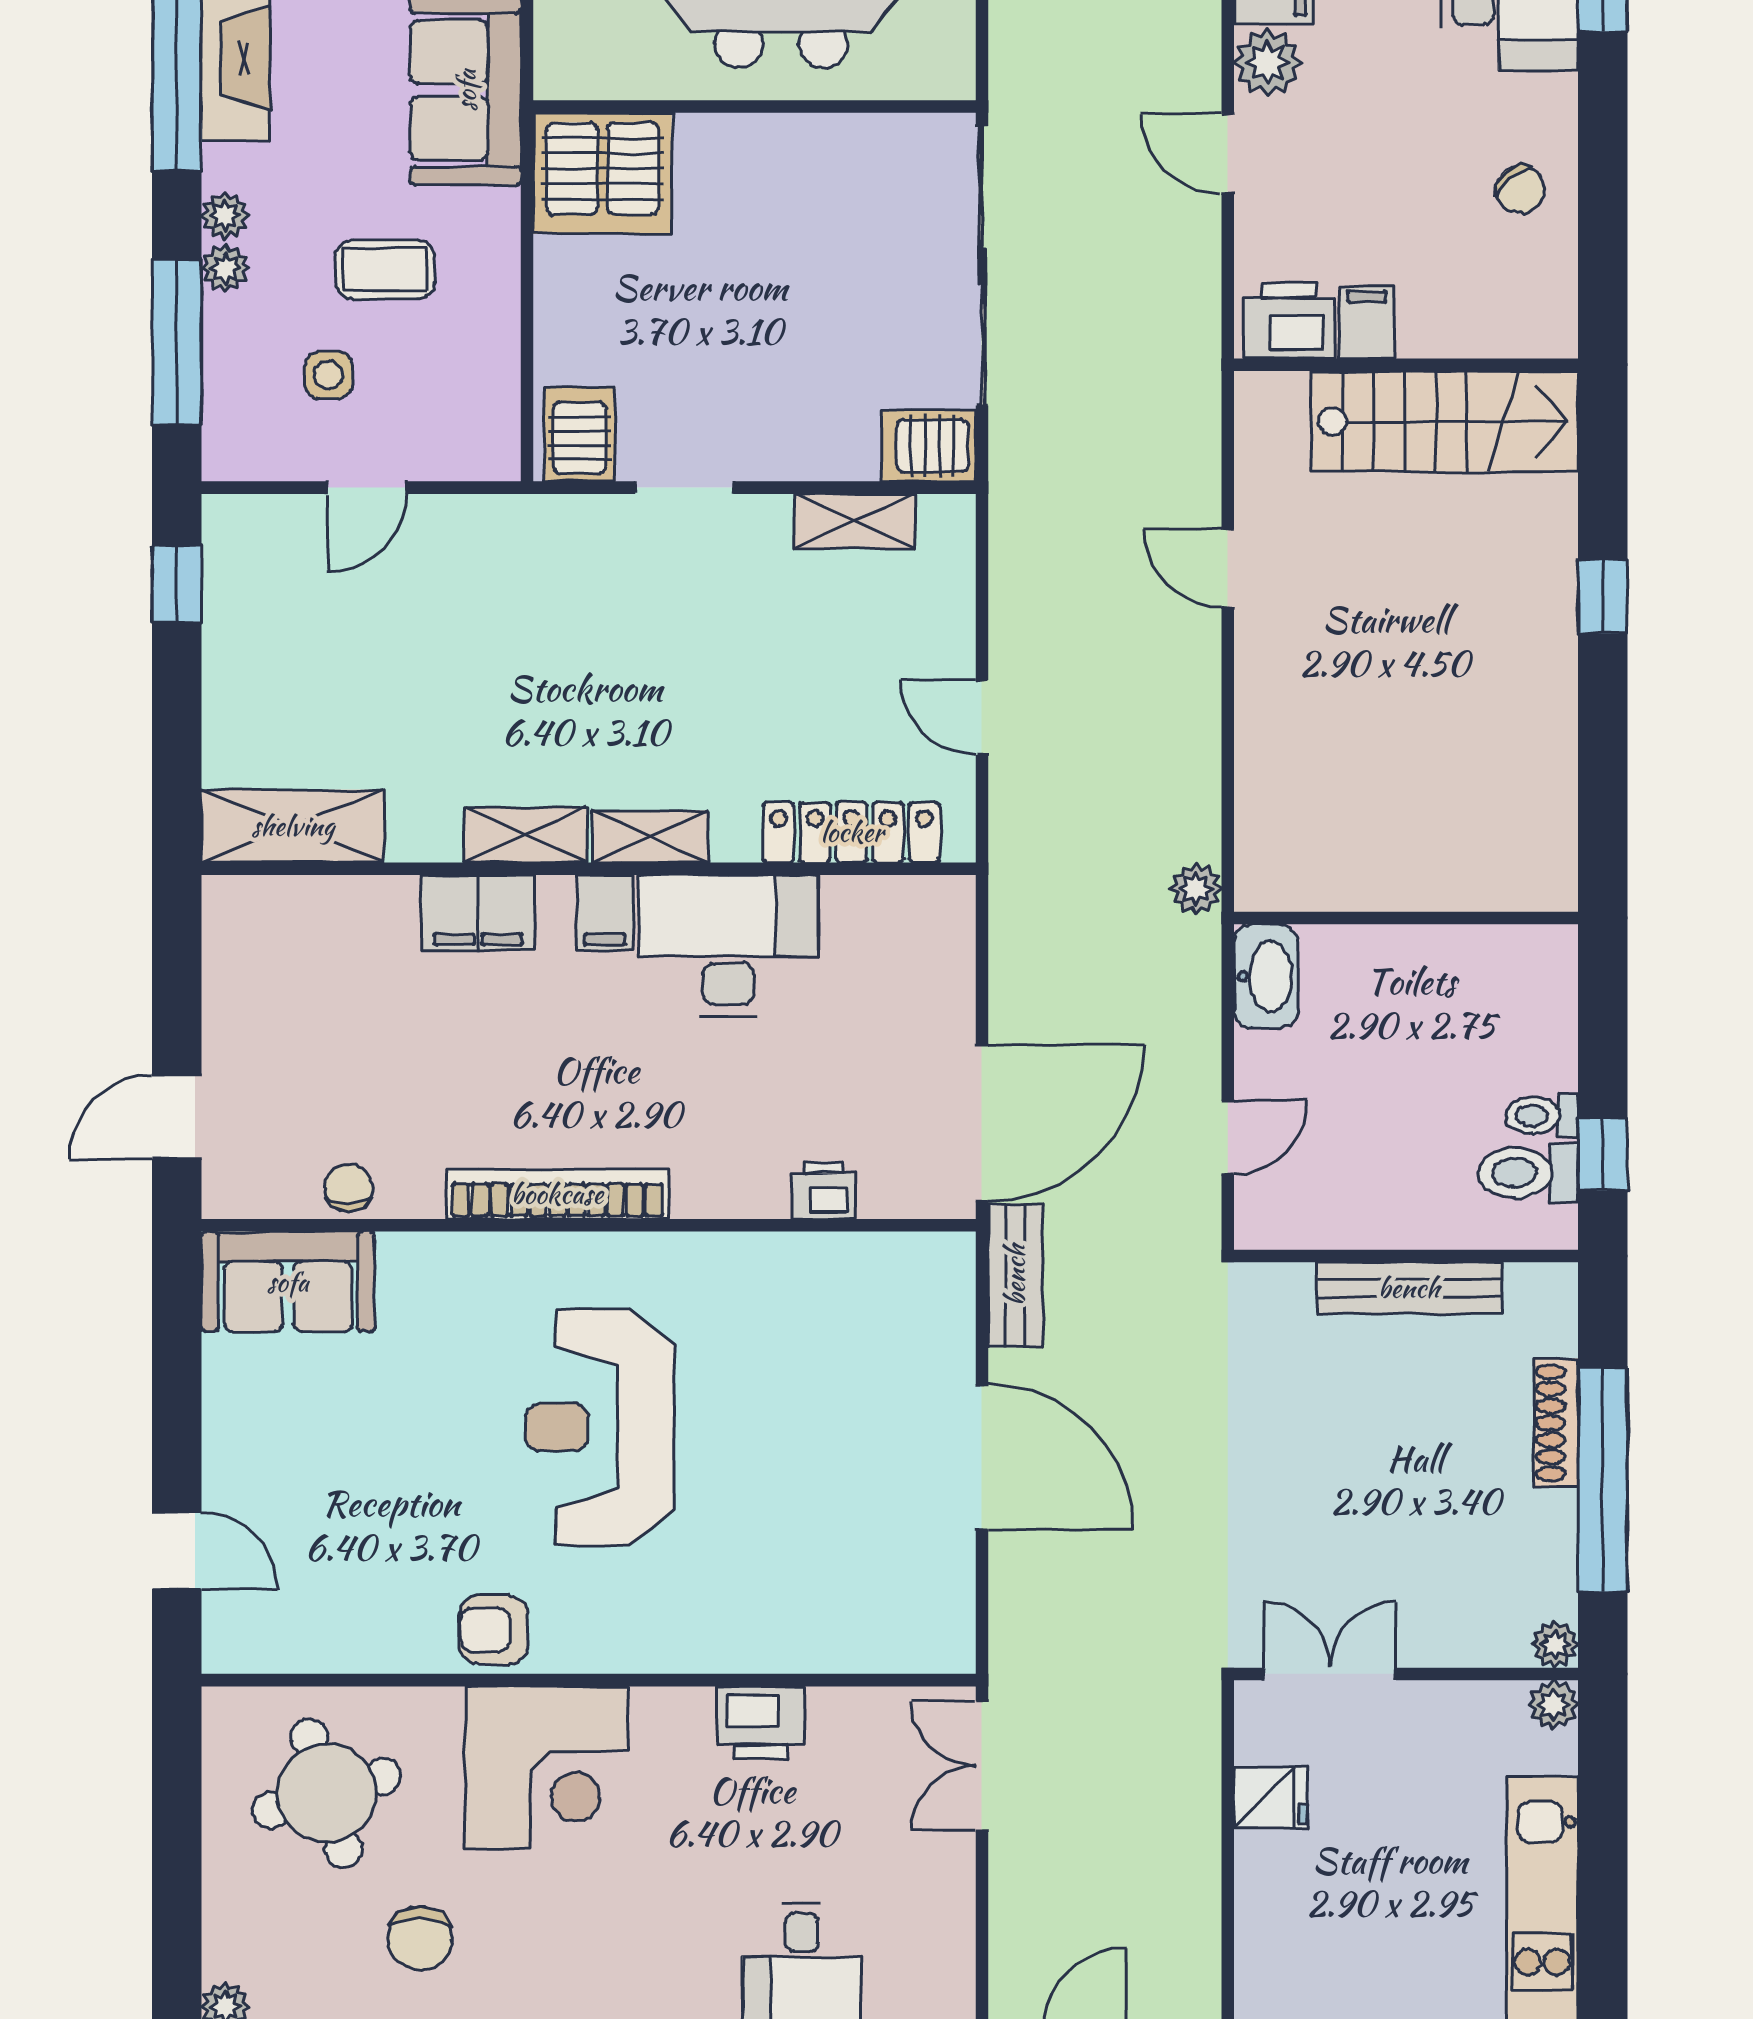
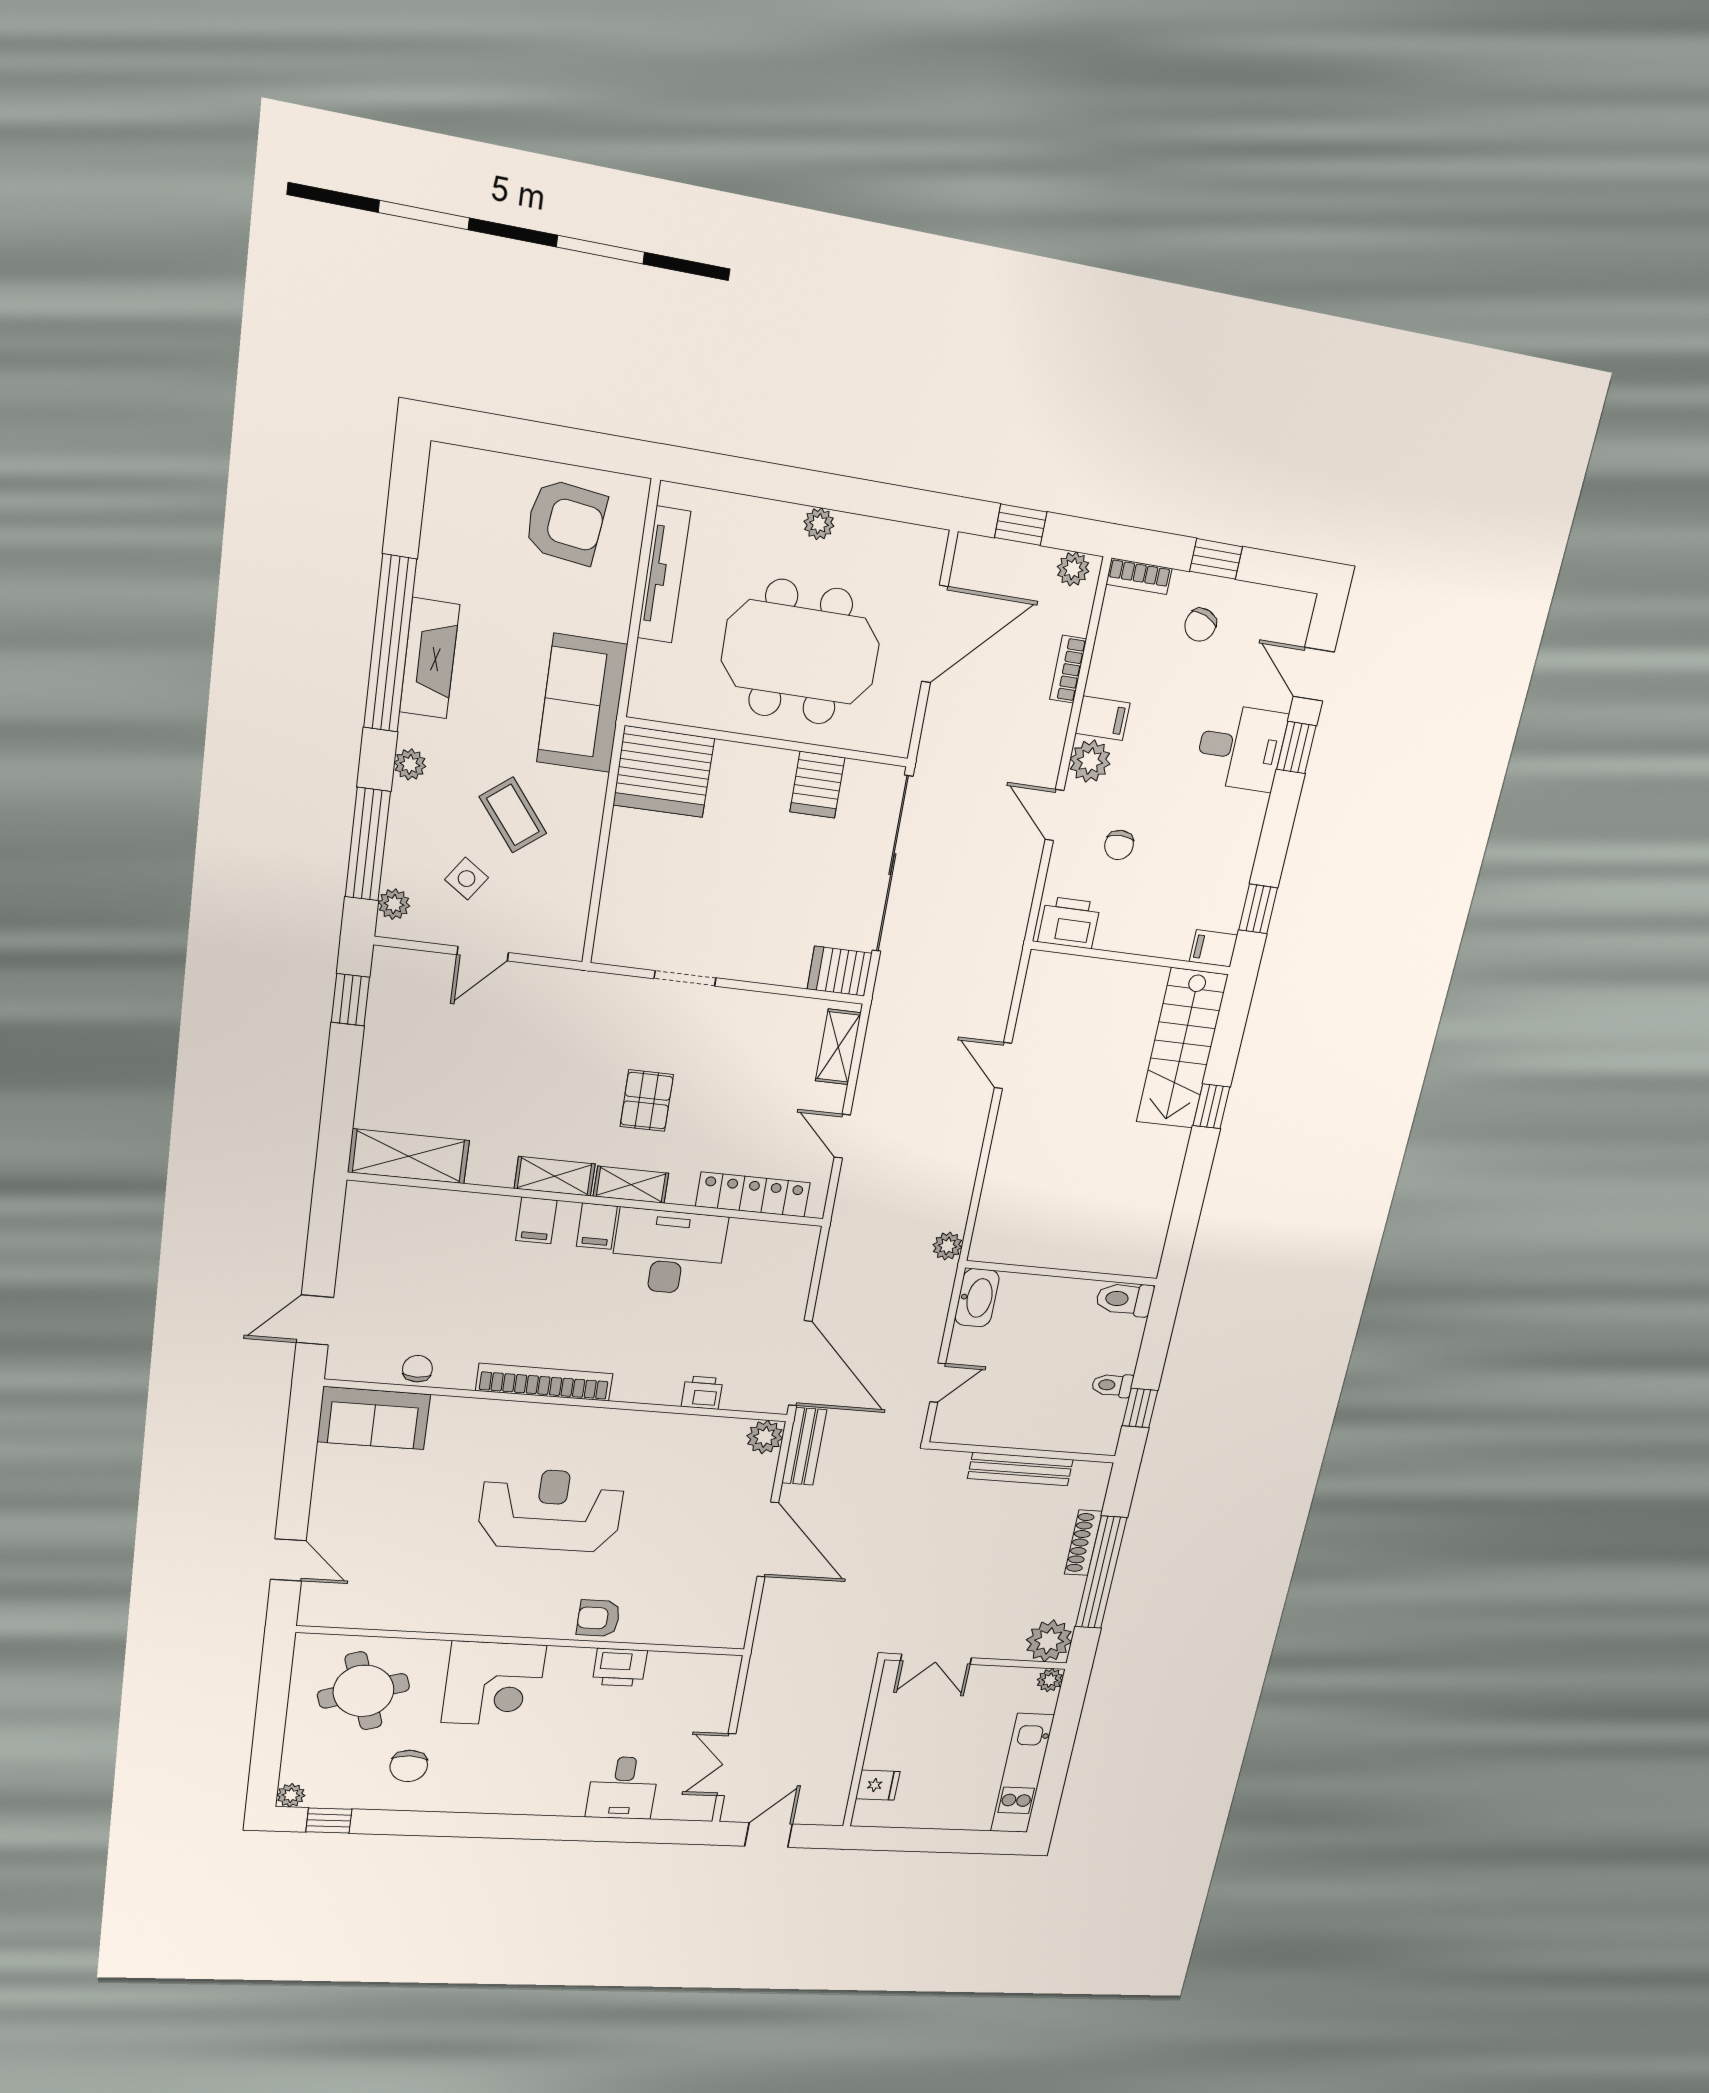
chair: (1520, 190) -> (1119, 845), moved, turned 39
window: (1603, 257) -> (1258, 909), added
plant: (225, 268) -> (394, 904), moved
coffee table: (385, 269) -> (513, 815), turned 52
filing cabinet: (1367, 322) -> (1213, 948), moved, turned -90
side table: (328, 375) -> (467, 879), turned 35
stairs: (1445, 421) -> (1182, 1049), moved, turned 90
server rack: (580, 434) -> (817, 785), moved, turned 180
shelving: (855, 521) -> (838, 1047), moved, turned 90
pallet: (654, 693) -> (647, 1101), added
filing cabinet: (478, 913) -> (536, 1220), width x0.50
door: (982, 1123) -> (800, 1363), hinge flipped
toilet: (1528, 1173) -> (1125, 1299), moved
plant: (944, 1263) -> (765, 1437), added
reception desk: (600, 1427) -> (551, 1510), turned 90
armchair: (494, 1630) -> (598, 1618), moved
plant: (1555, 1645) -> (1049, 1641), width x1.87, depth x1.87
double door: (1330, 1674) -> (936, 1659), swing flipped
double door: (982, 1766) -> (726, 1765), moved
fridge: (1271, 1798) -> (878, 1785), moved

